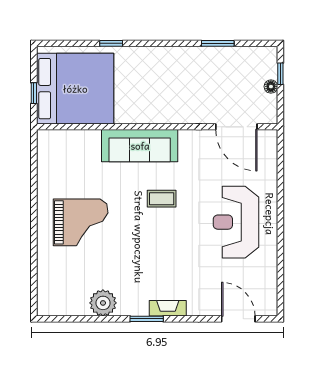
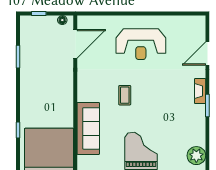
floor lamp: (271, 87) -> (62, 20), moved
sofa: (140, 146) -> (88, 128), moved
plant: (103, 303) -> (196, 156), moved
door: (238, 319) -> (207, 53), moved

